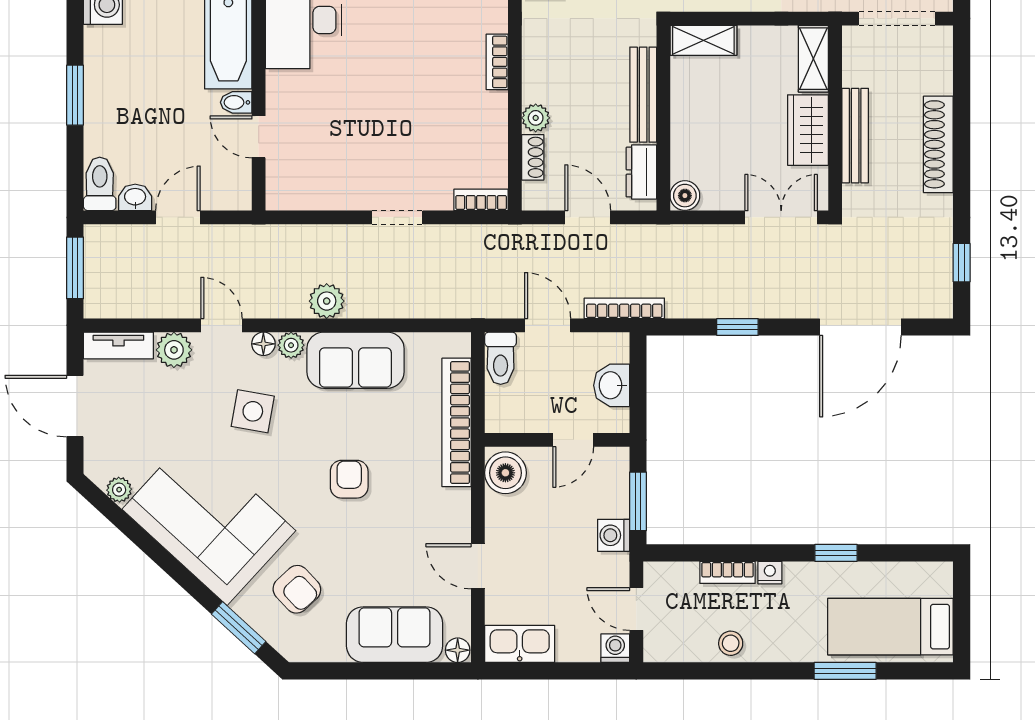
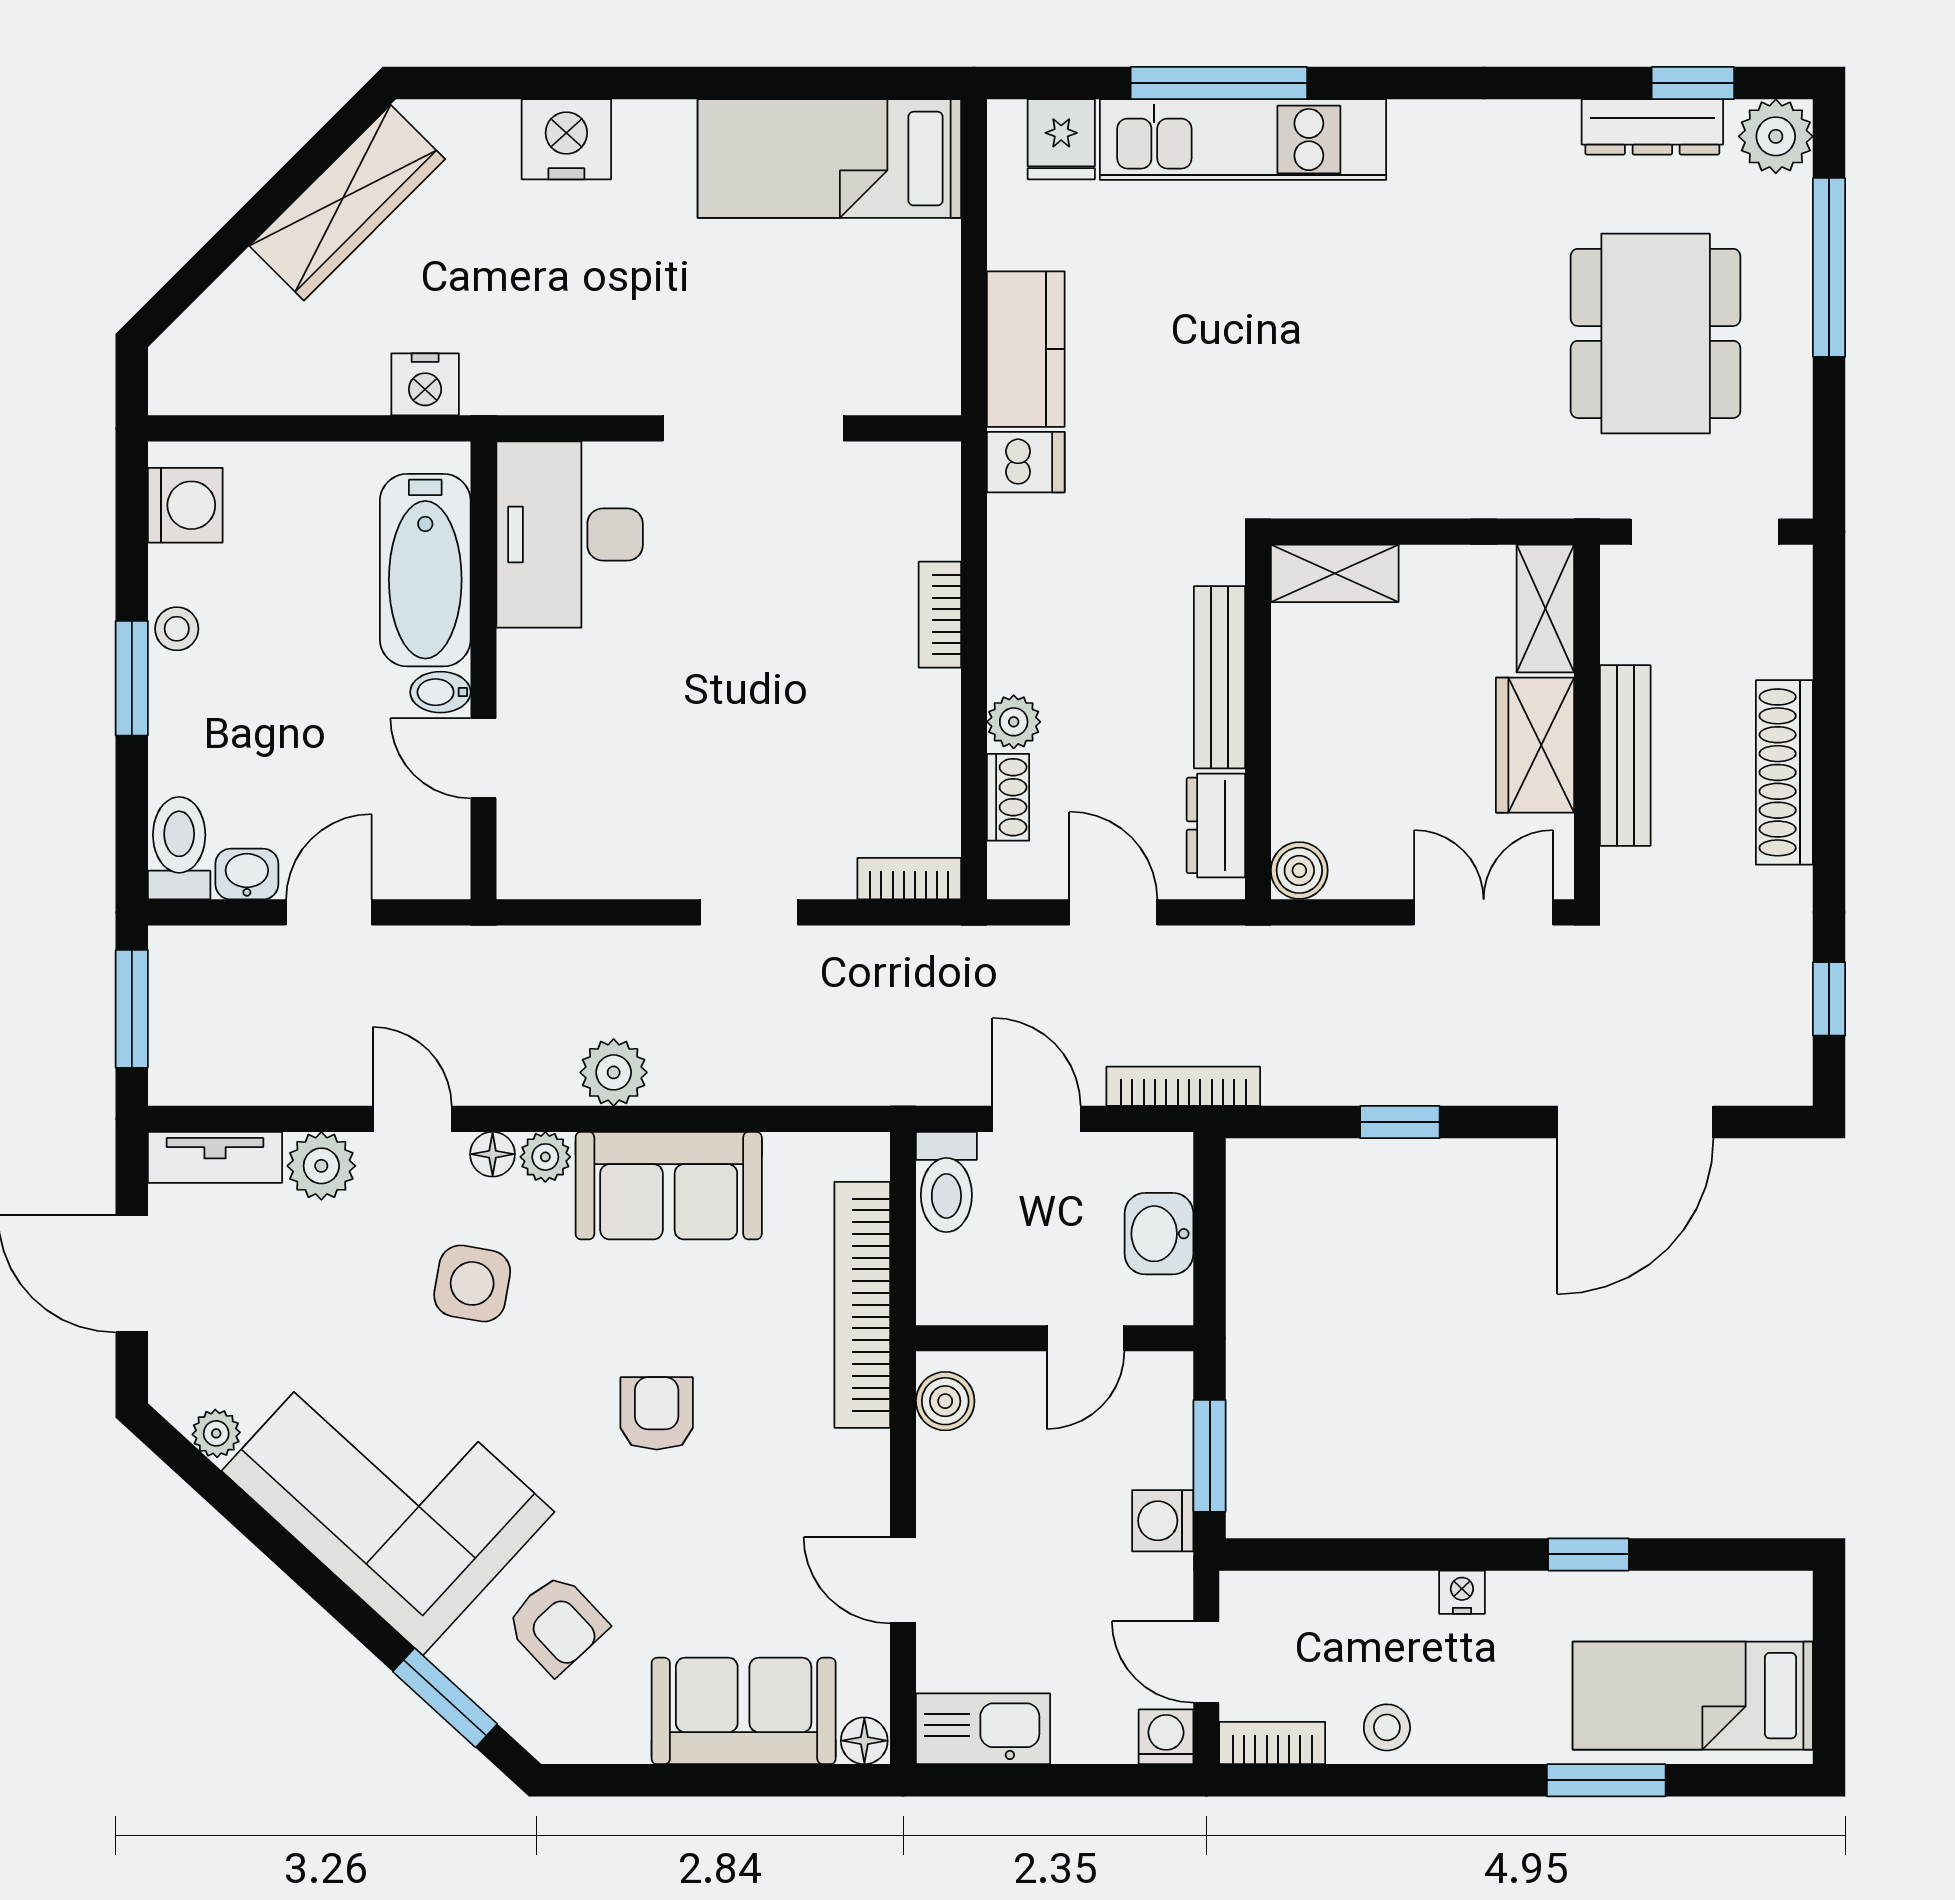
stool: (98, 69) -> (177, 629), added
boiler: (505, 473) -> (945, 1401), width x0.73, depth x0.73
bookcase: (728, 572) -> (1272, 1743), moved, turned 180

